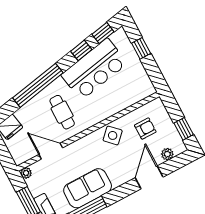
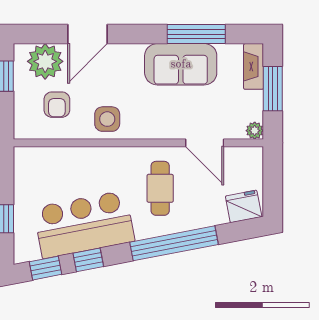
armchair: (145, 129) -> (57, 105), turned -90
side table: (113, 135) -> (107, 119), turned 45
plant: (167, 154) -> (45, 61), width x1.88, depth x1.88

